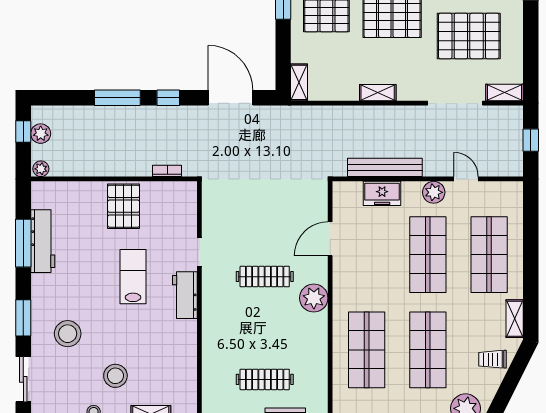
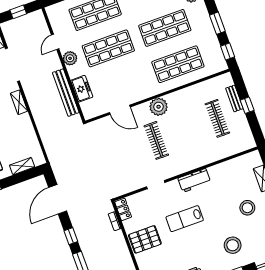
shelving: (299, 82) -> (22, 166), moved
shelving: (378, 93) -> (19, 102), moved
locker: (180, 190) -> (123, 209), added
workbench: (185, 295) -> (194, 180), moved

